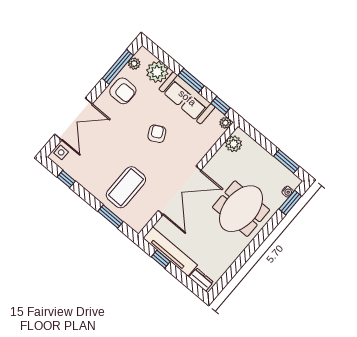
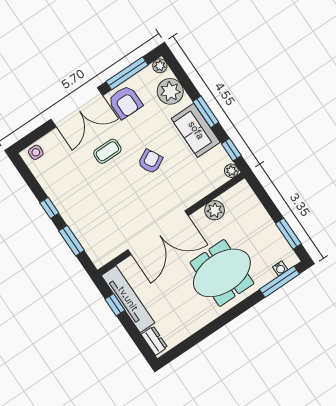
plant: (134, 64) -> (160, 66), moved
sofa: (187, 98) -> (196, 130), width x0.73
double door: (73, 119) -> (77, 107), moved
plant: (234, 144) -> (215, 210), moved
window: (66, 179) -> (49, 208), moved
coffee table: (126, 187) -> (107, 151), moved, width x0.54, depth x0.58
window: (290, 203) -> (280, 282), width x1.44

